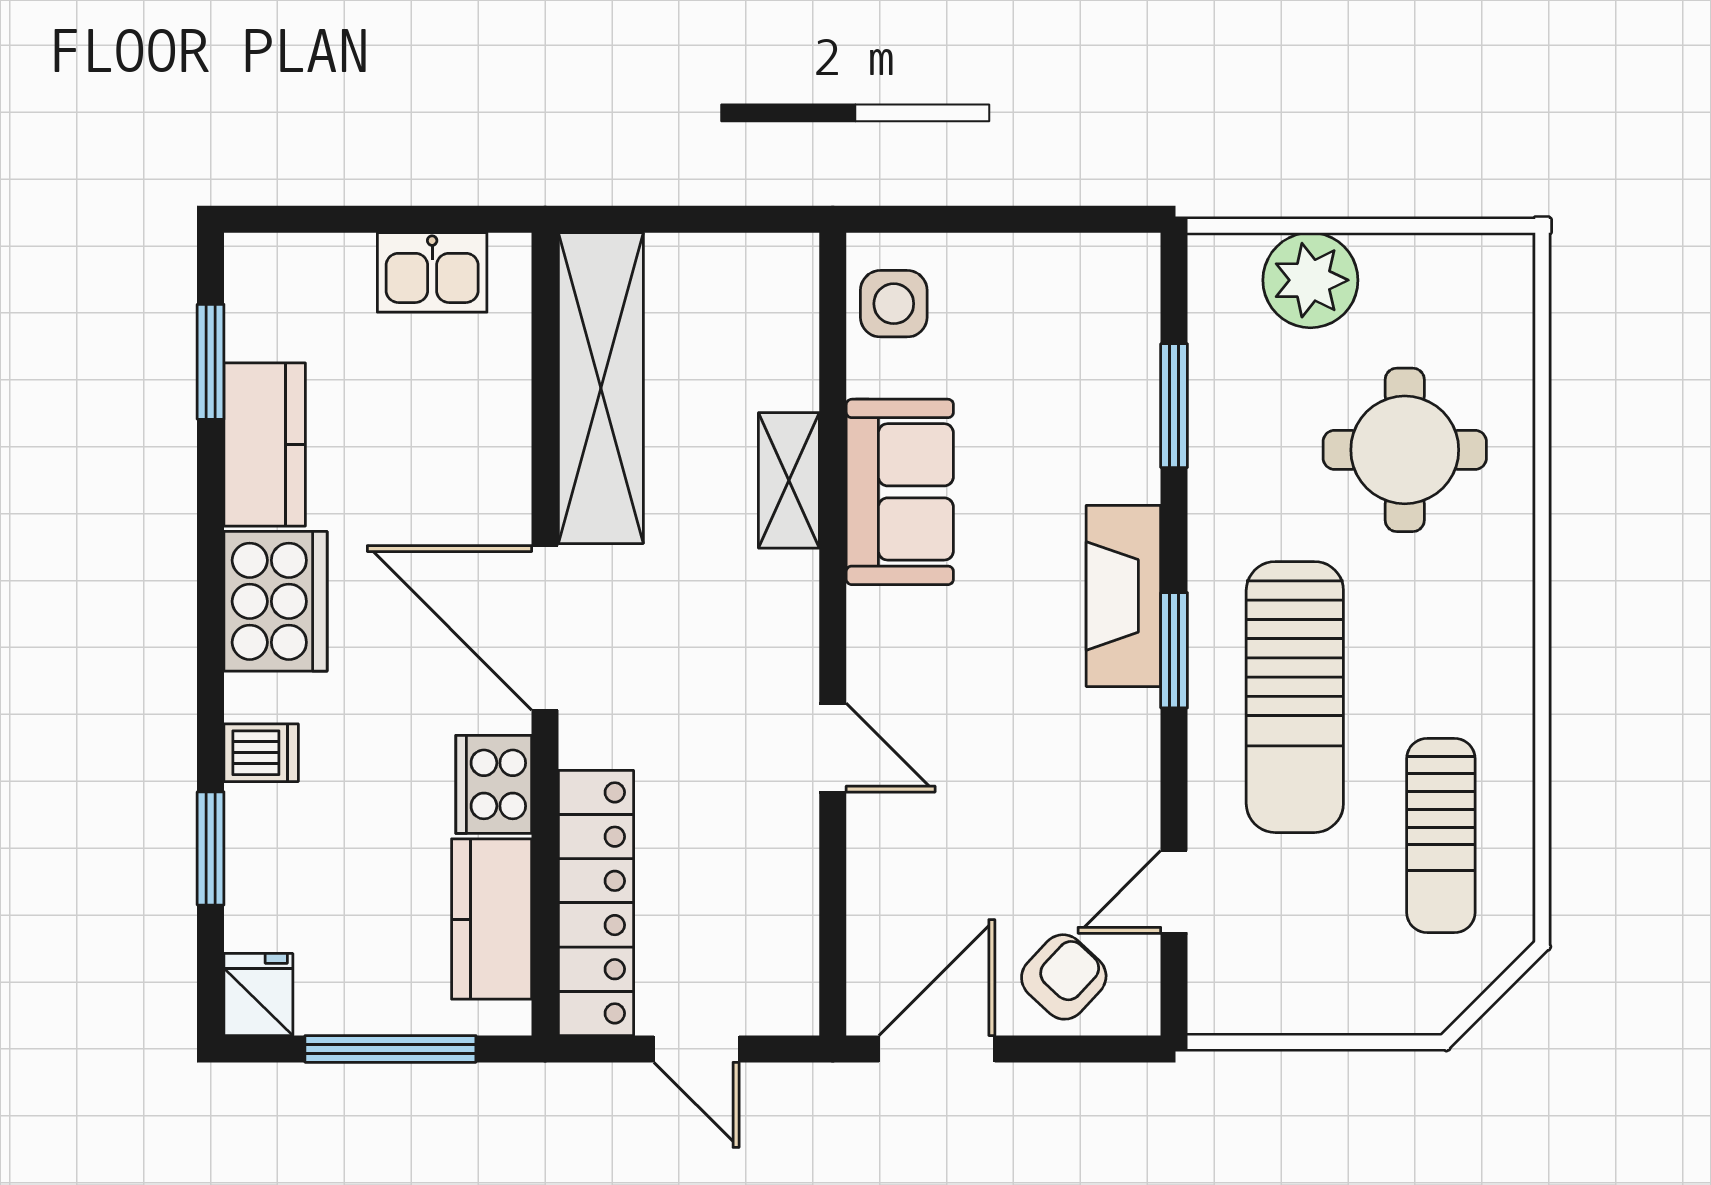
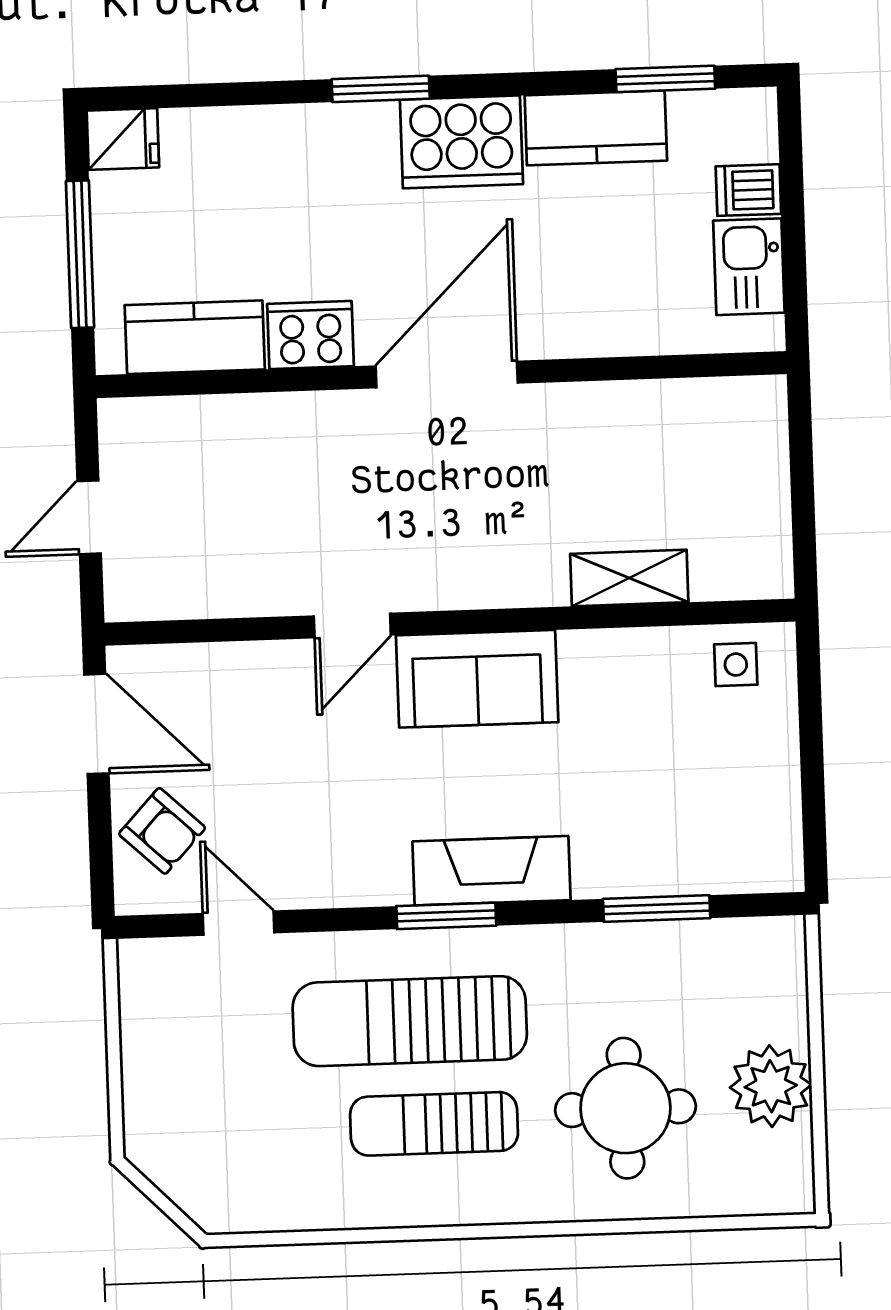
plant: (1310, 280) -> (771, 1086), moved
side table: (894, 304) -> (736, 665), width x0.73, depth x0.73
shelving: (601, 388) -> (654, 415), removed
shelving: (789, 480) -> (629, 578), moved
sofa: (900, 492) -> (477, 679), moved
dishwasher: (261, 753) -> (748, 190), moved, turned 90
sun lounger: (1441, 836) -> (434, 1124), moved
window: (211, 848) -> (381, 89), moved
locker: (596, 903) -> (212, 427), removed

